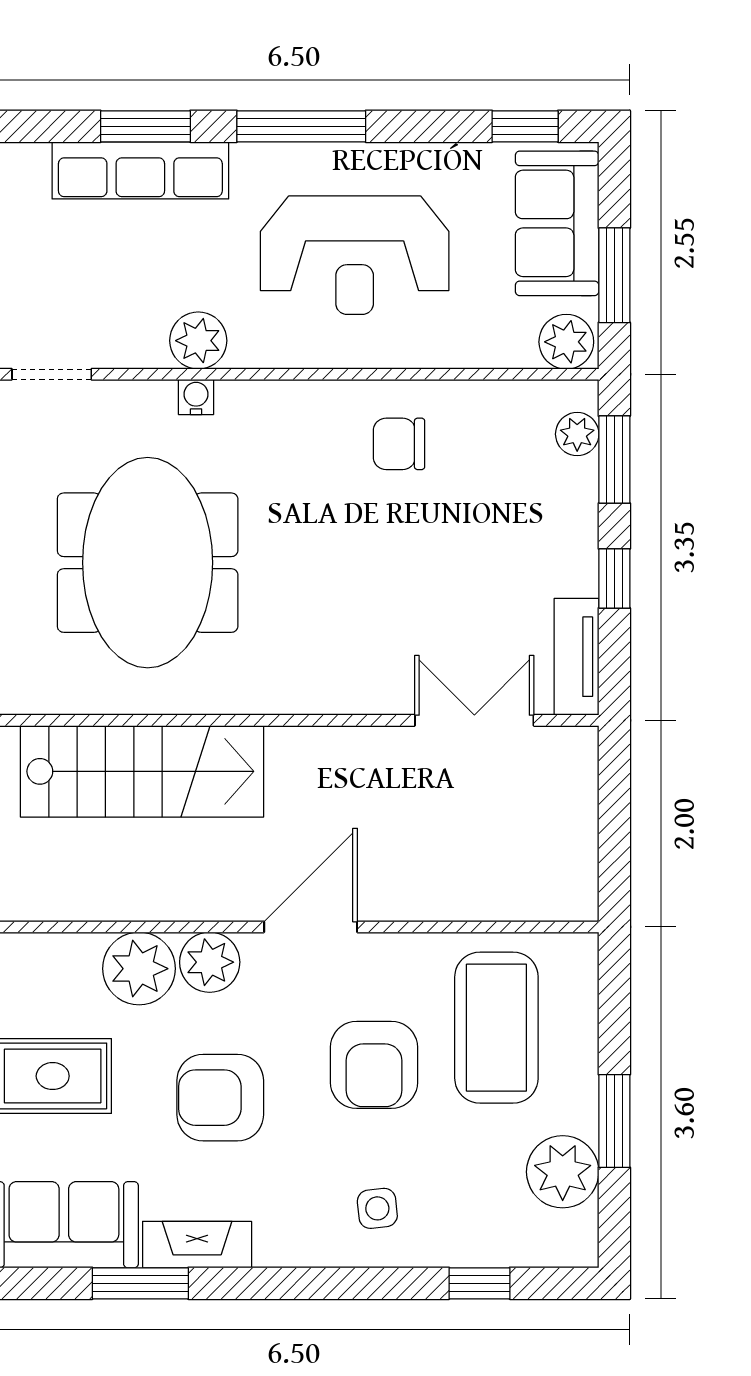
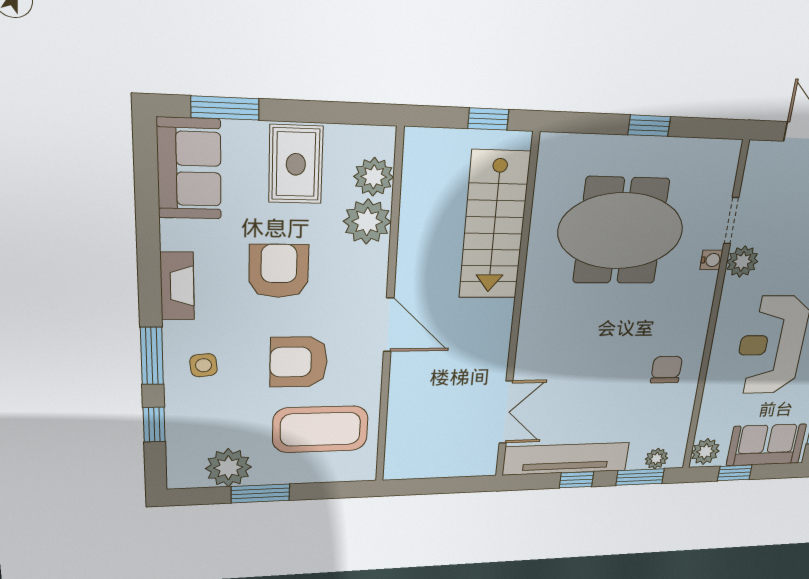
window: (614, 275) -> (735, 473), width x0.67
doorway: (52, 374) -> (731, 221), moved
tv unit: (577, 657) -> (566, 459), width x1.92, depth x1.29
plant: (210, 962) -> (374, 177), moved
fireplace: (197, 1245) -> (177, 286), moved
window: (140, 1283) -> (152, 356), moved

